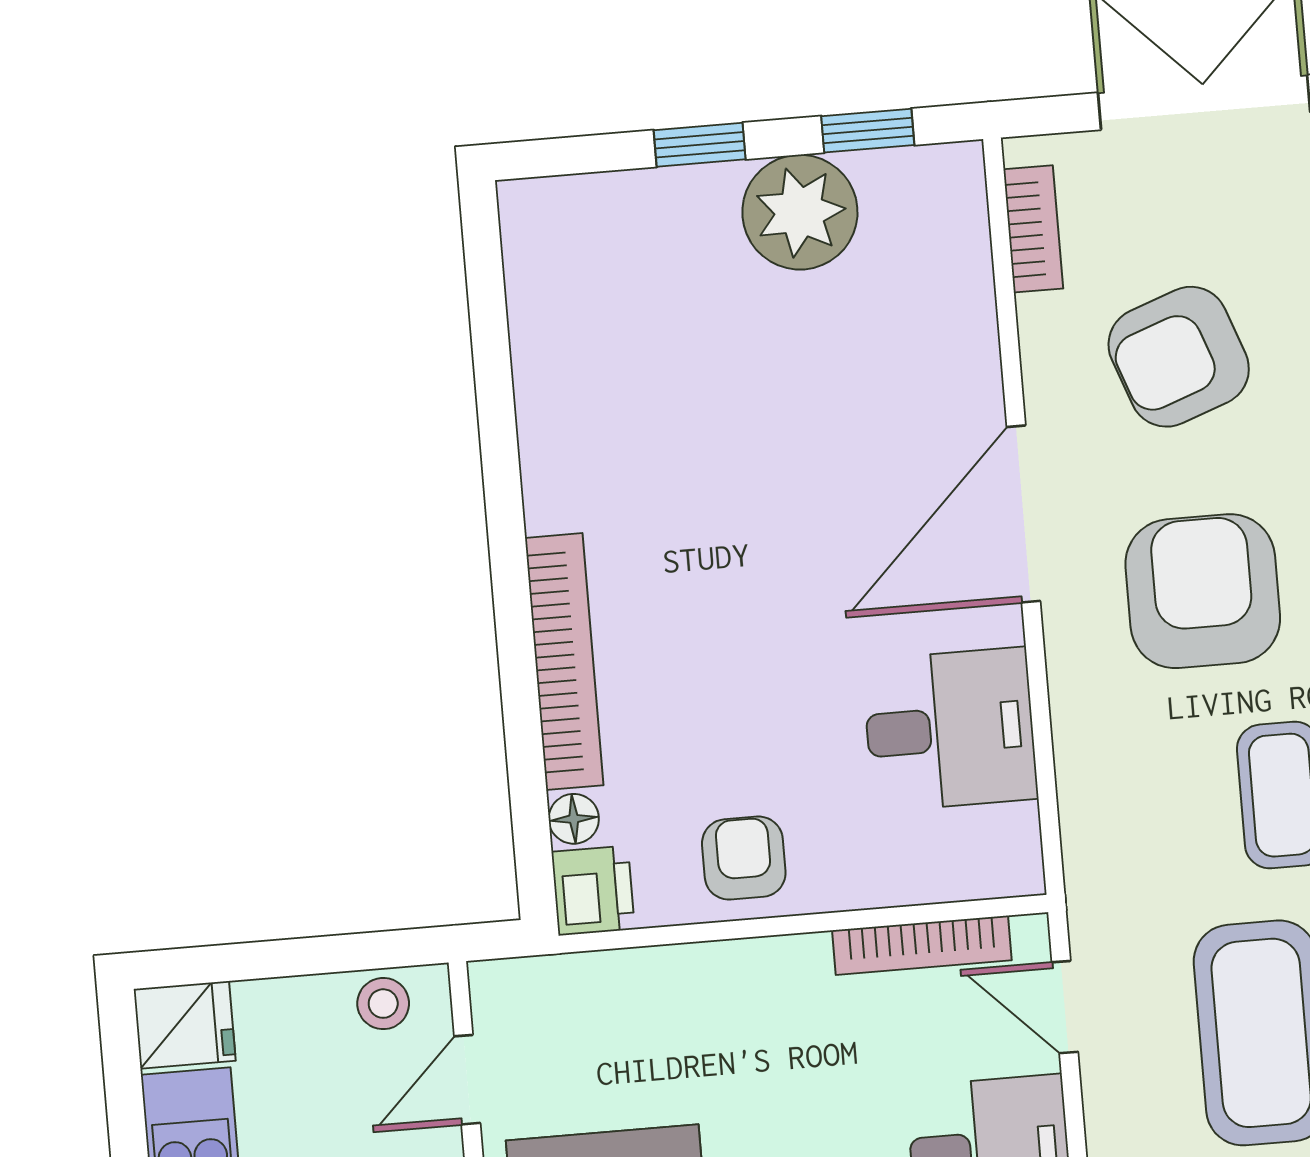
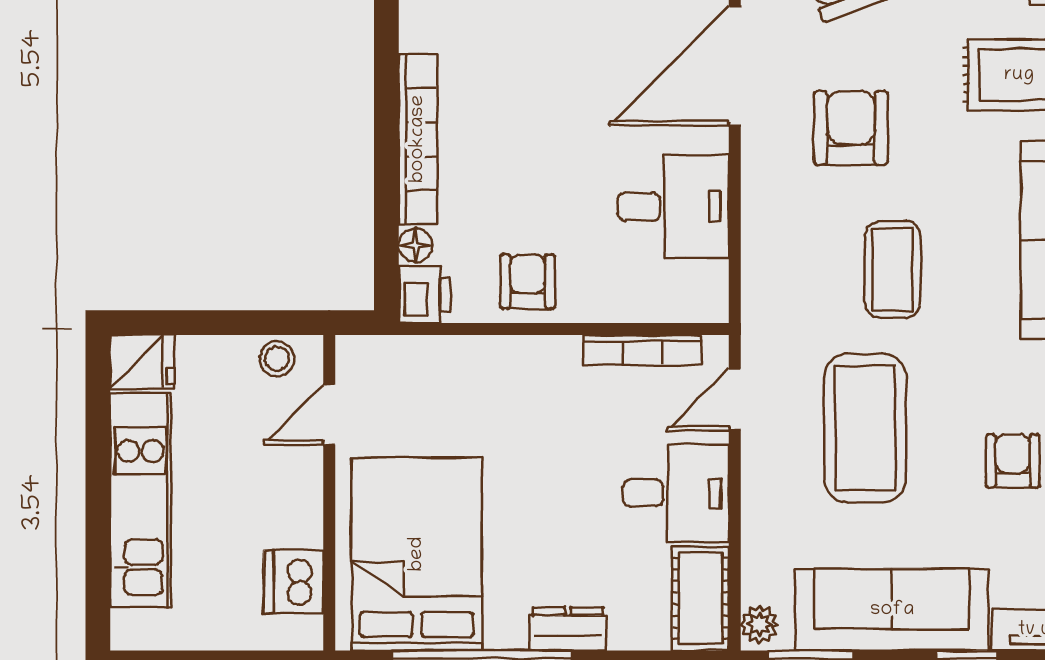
armchair: (1203, 591) -> (851, 128), width x0.73, depth x0.73
door: (1065, 1007) -> (735, 400), hinge flipped

